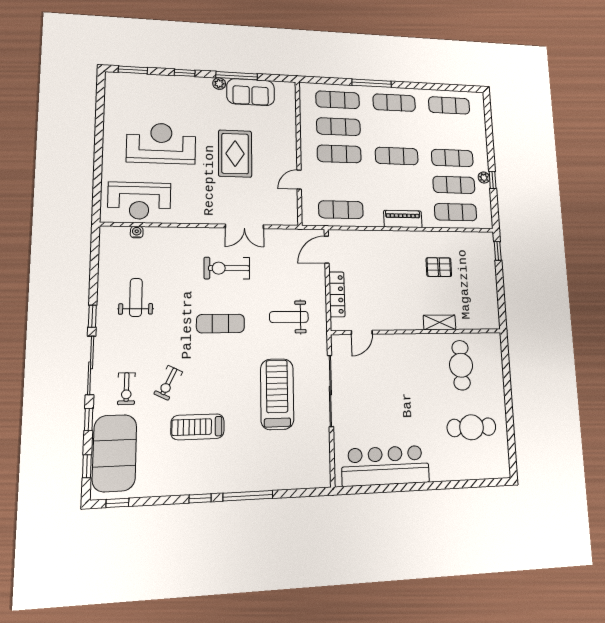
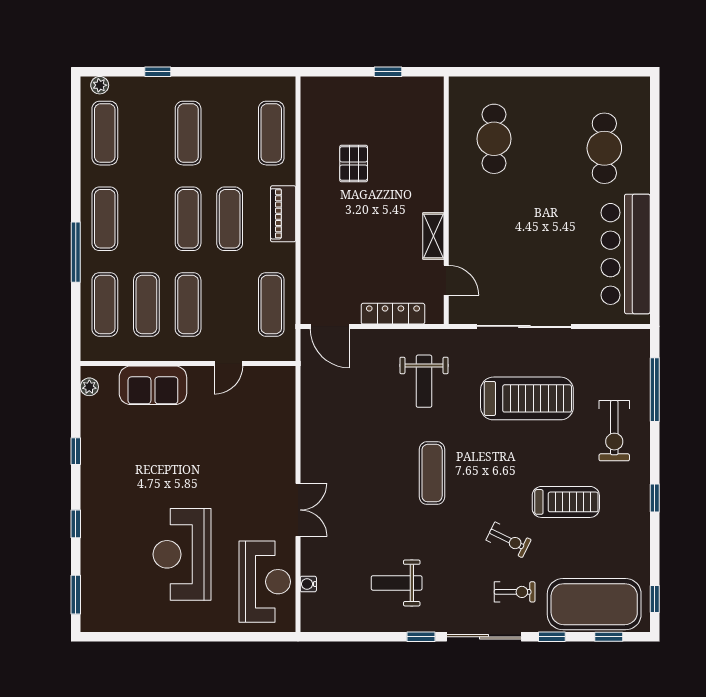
window: (237, 76) -> (76, 451), width x0.46
plant: (219, 84) -> (89, 387), moved
sofa: (251, 92) -> (153, 385), moved, turned 90
rug: (235, 154) -> (193, 453), removed
plant: (484, 178) -> (100, 85), moved
door: (299, 180) -> (228, 364), hinge flipped
window: (493, 180) -> (158, 72), moved
exercise mat: (454, 185) -> (230, 219), moved
double door: (244, 226) -> (298, 510), moved
window: (498, 251) -> (388, 72), moved
exercise bike: (227, 268) -> (614, 431), moved
shelving: (439, 322) -> (433, 236), moved
cafe table: (461, 365) -> (494, 139), turned 90
treadmill: (277, 394) -> (527, 398), turned 180
treadmill: (198, 427) -> (566, 502), turned -90
cafe table: (471, 427) -> (604, 148), moved
window: (248, 496) -> (655, 390), moved

